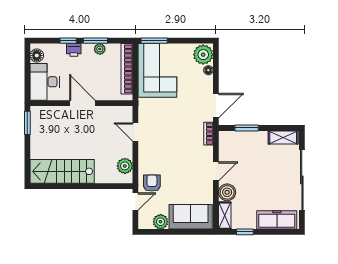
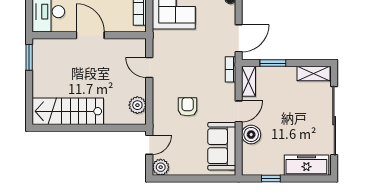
armchair: (152, 183) -> (188, 107), moved
shelving: (225, 216) -> (249, 81), moved
sofa: (191, 217) -> (222, 146), moved, turned -90
plant: (161, 222) -> (161, 167), moved

